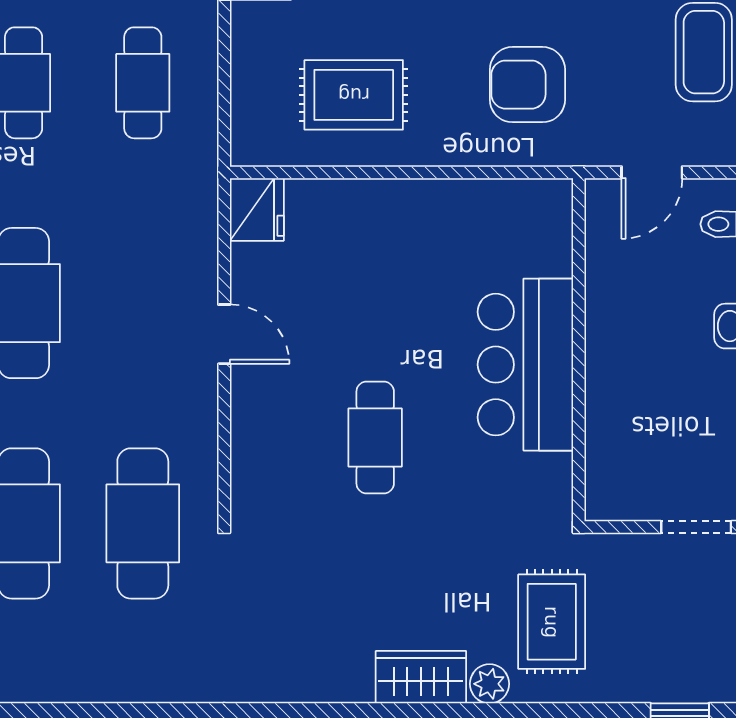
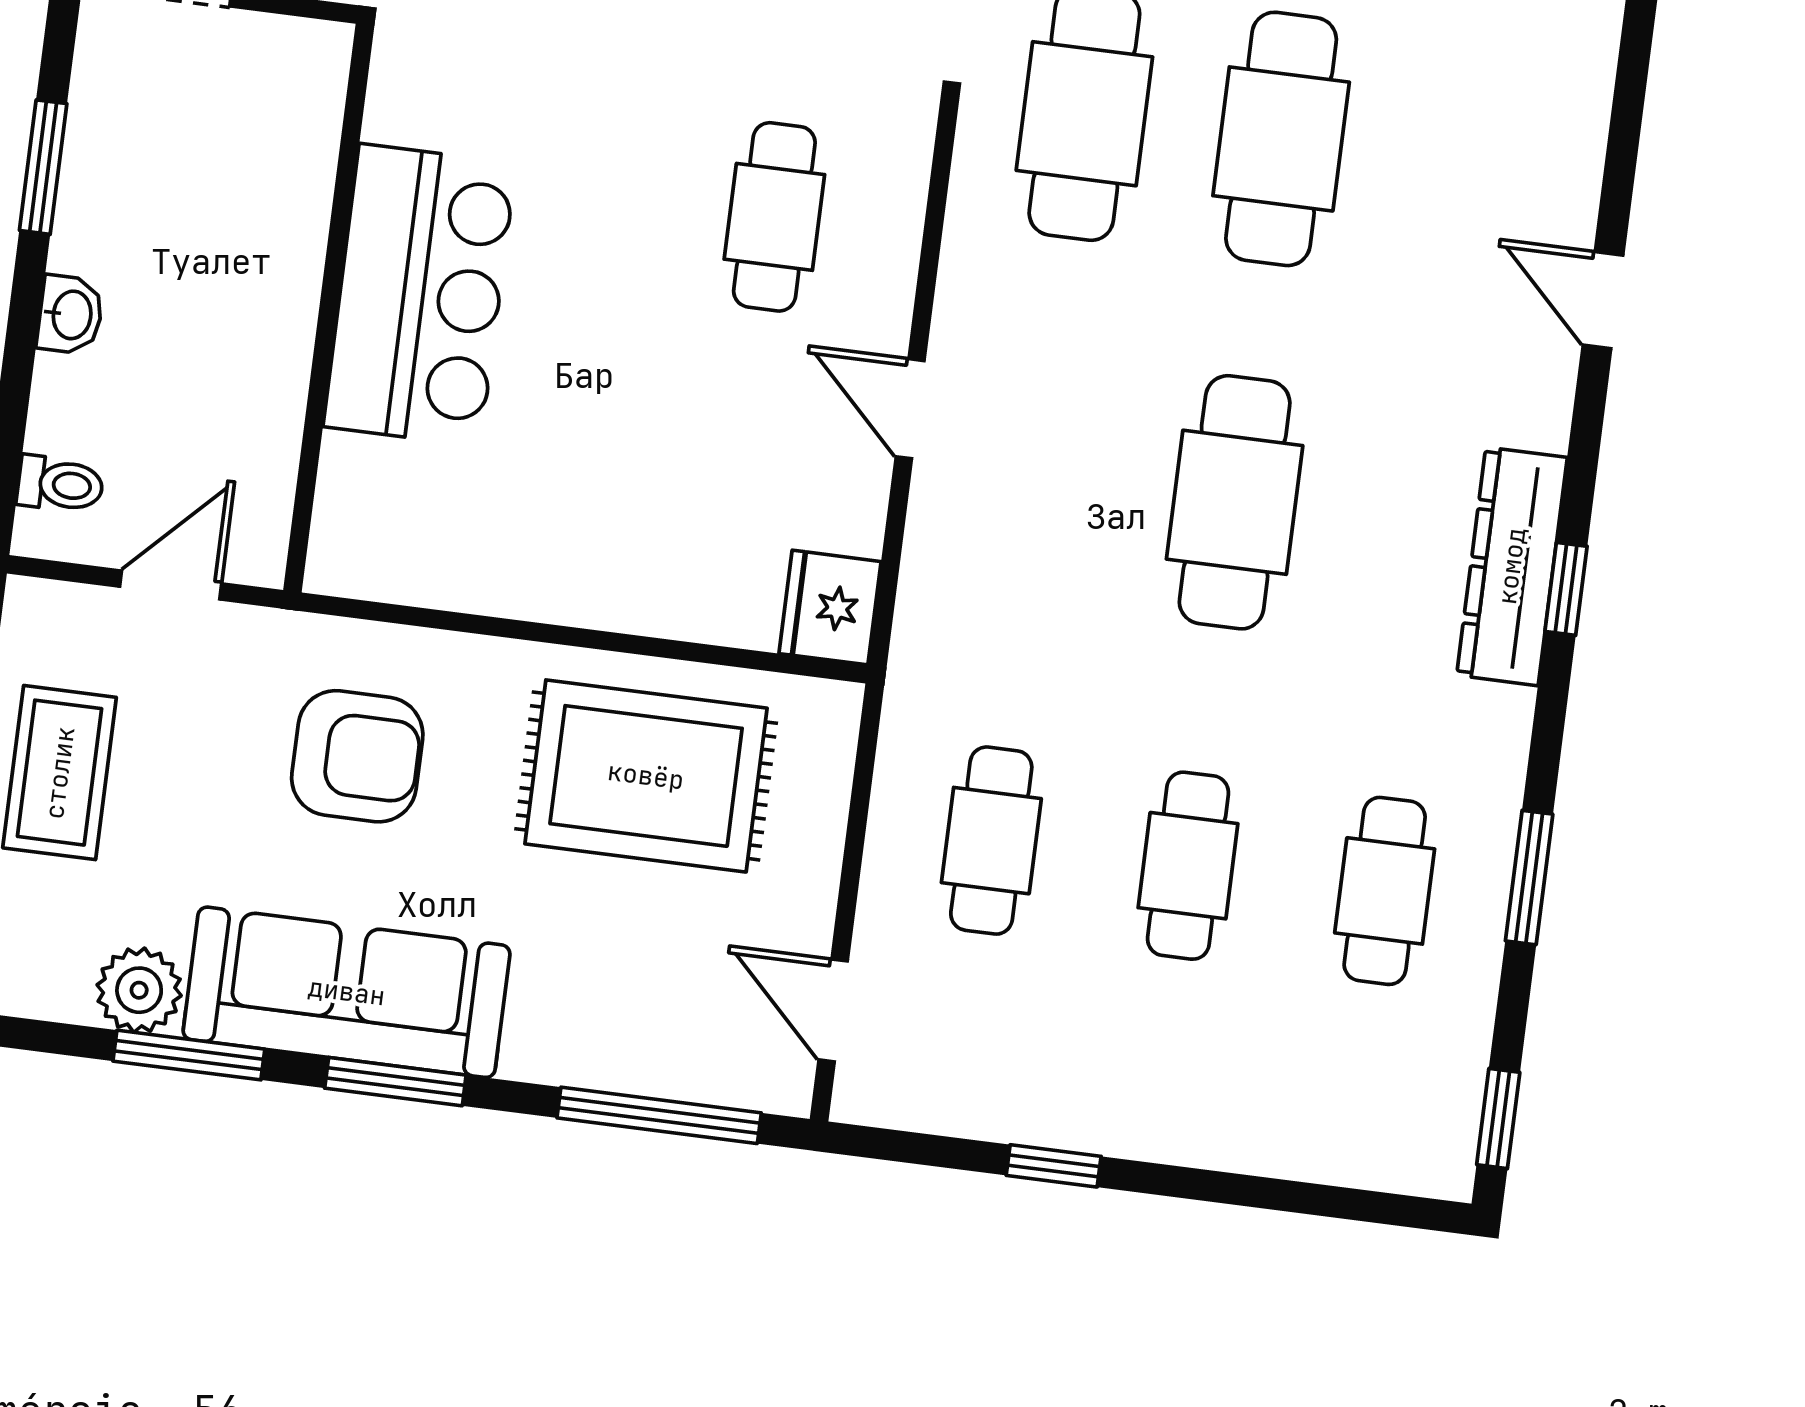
rug: (354, 95) -> (646, 776), width x1.36, depth x1.43
cafe table: (375, 438) -> (774, 217), moved

